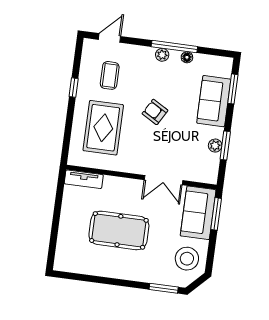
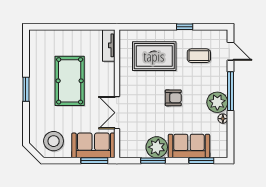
window: (174, 47) -> (230, 91), moved
plant: (162, 55) -> (217, 102), width x1.88, depth x1.88
armchair: (155, 112) -> (173, 98), turned 60
plant: (215, 146) -> (157, 147), width x1.87, depth x1.87
window: (164, 288) -> (26, 89), moved

